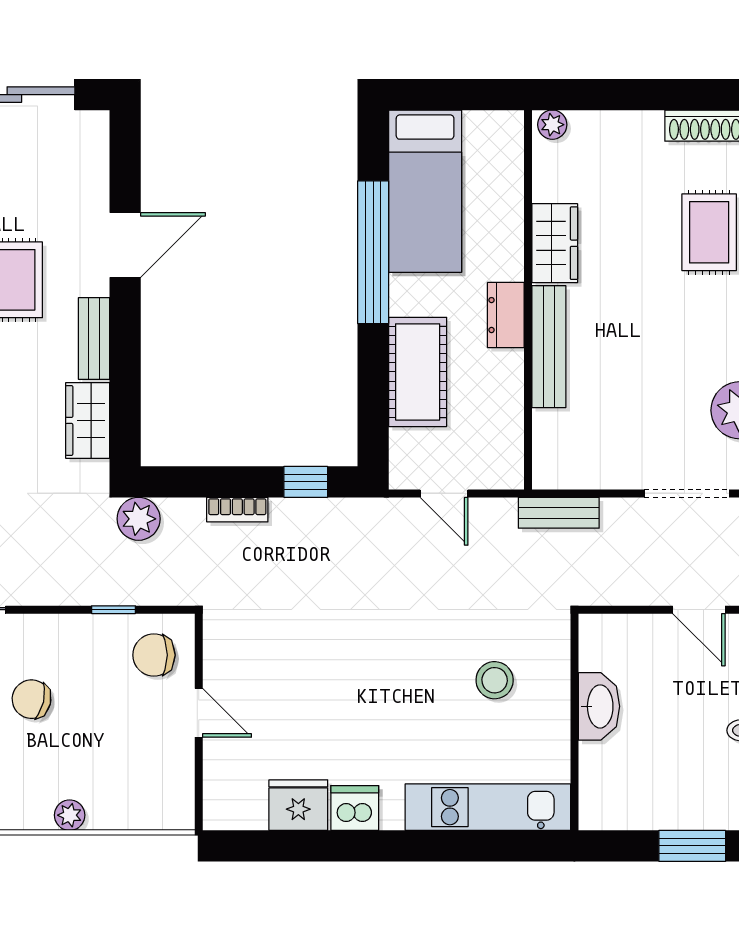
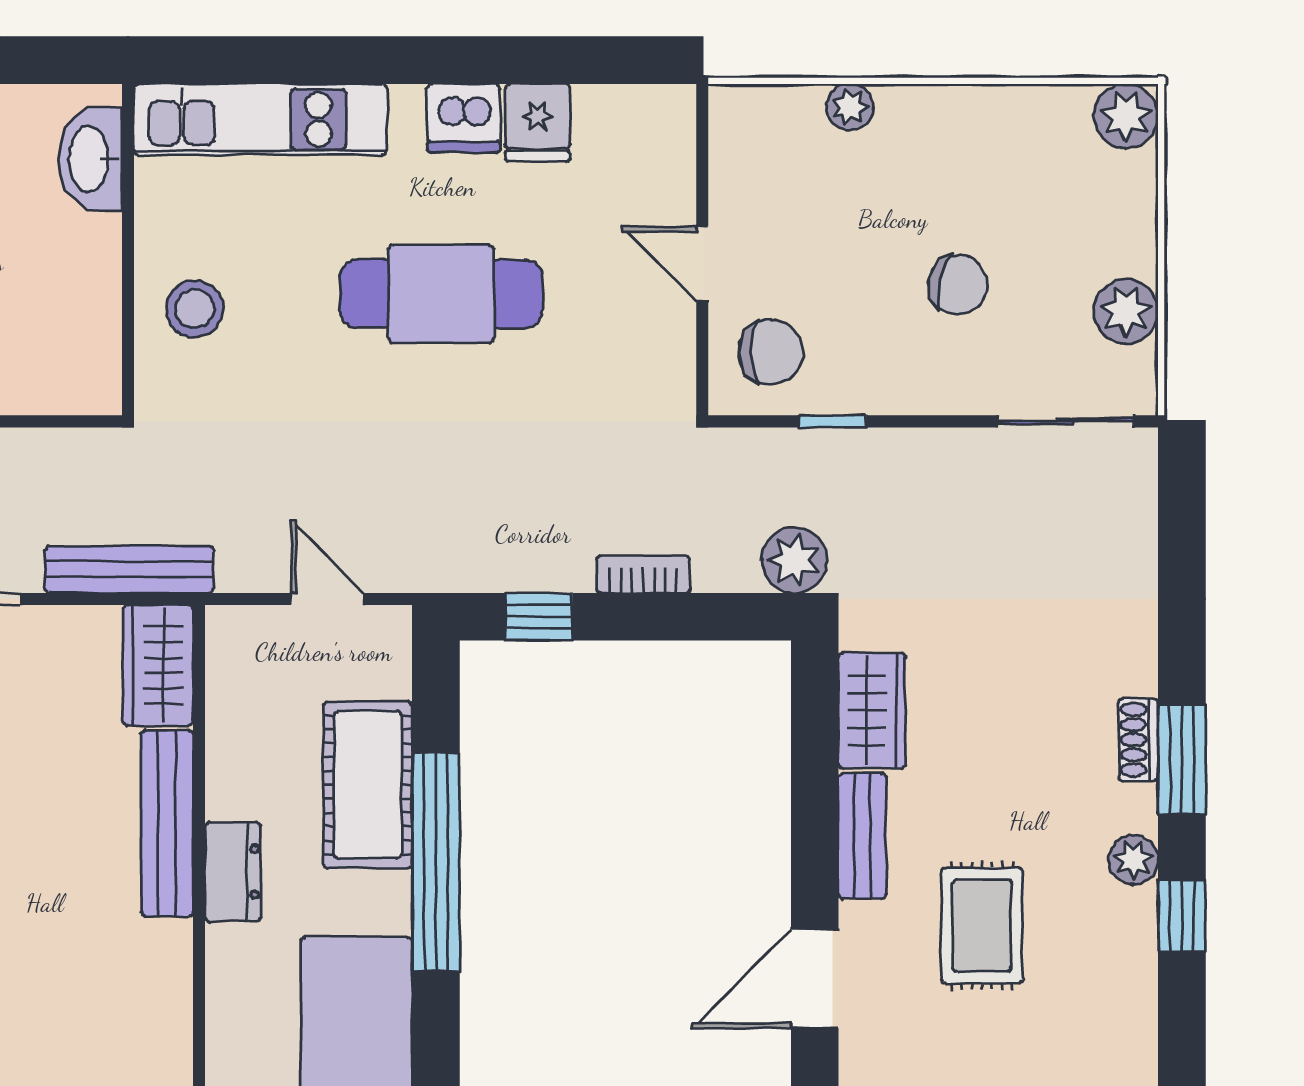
wardrobe: (555, 243) -> (158, 665), moved
window: (373, 252) -> (436, 862), moved
bench: (559, 513) -> (129, 569), width x1.36
stool: (495, 680) -> (195, 309), moved
cafe table: (370, 693) -> (441, 294), added
washbasin: (599, 706) -> (91, 159), moved
fridge: (298, 805) -> (538, 123), width x0.72
plant: (70, 815) -> (850, 107), moved

